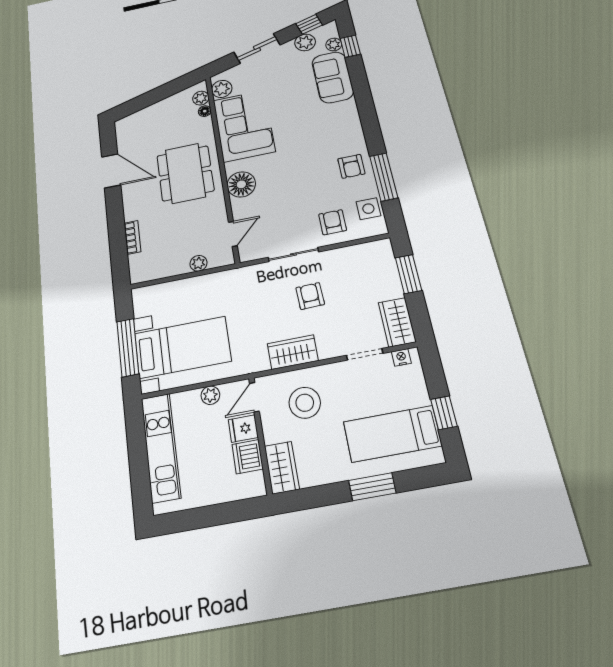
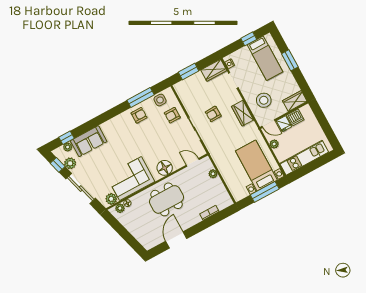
sliding door: (257, 48) -> (81, 189), width x1.37

